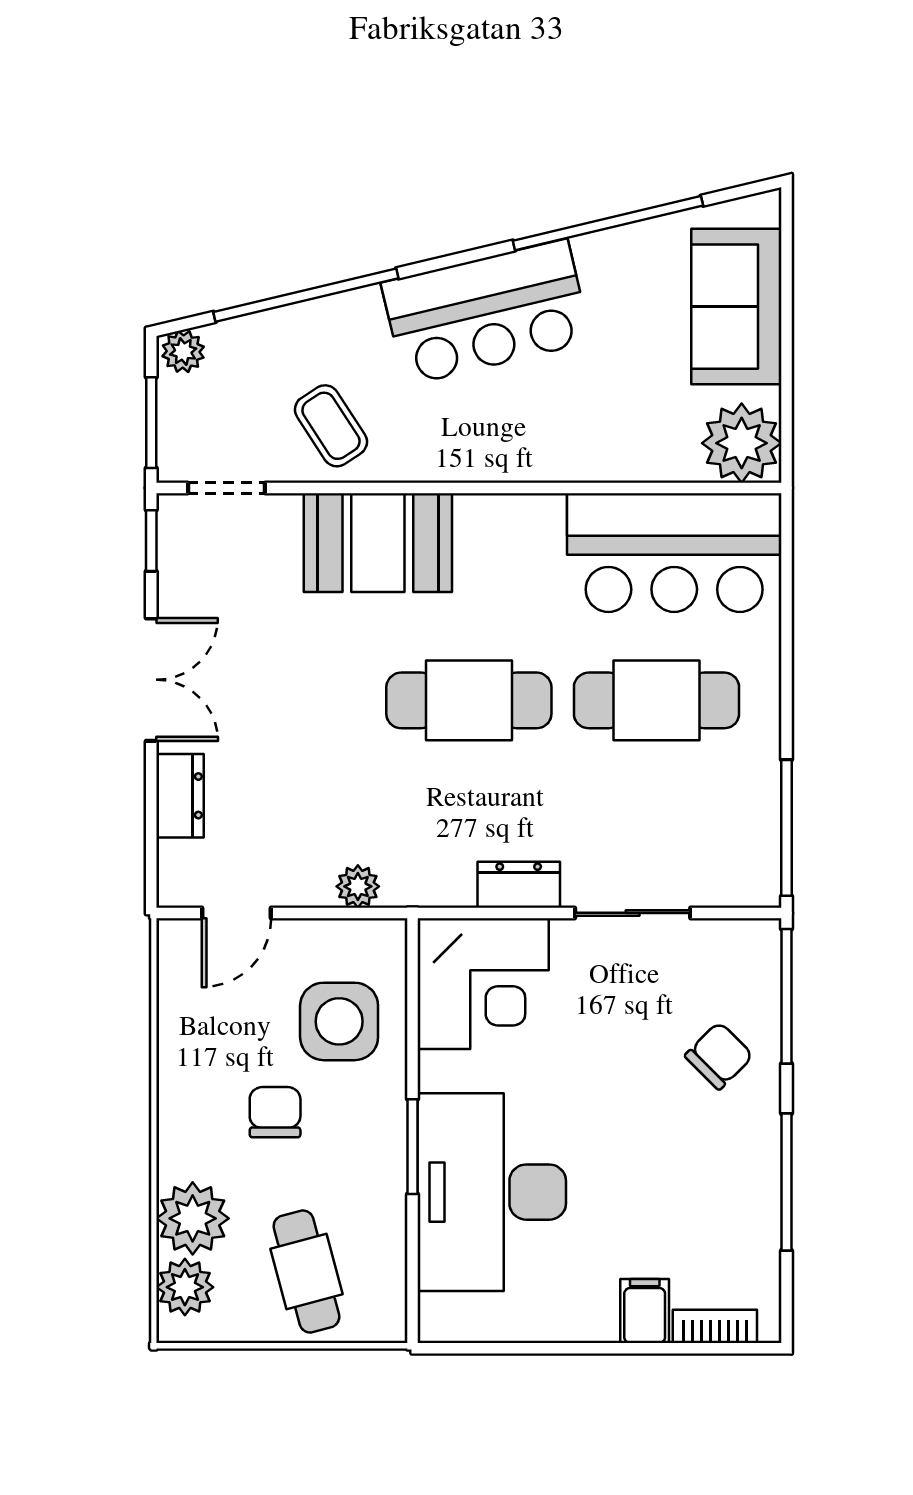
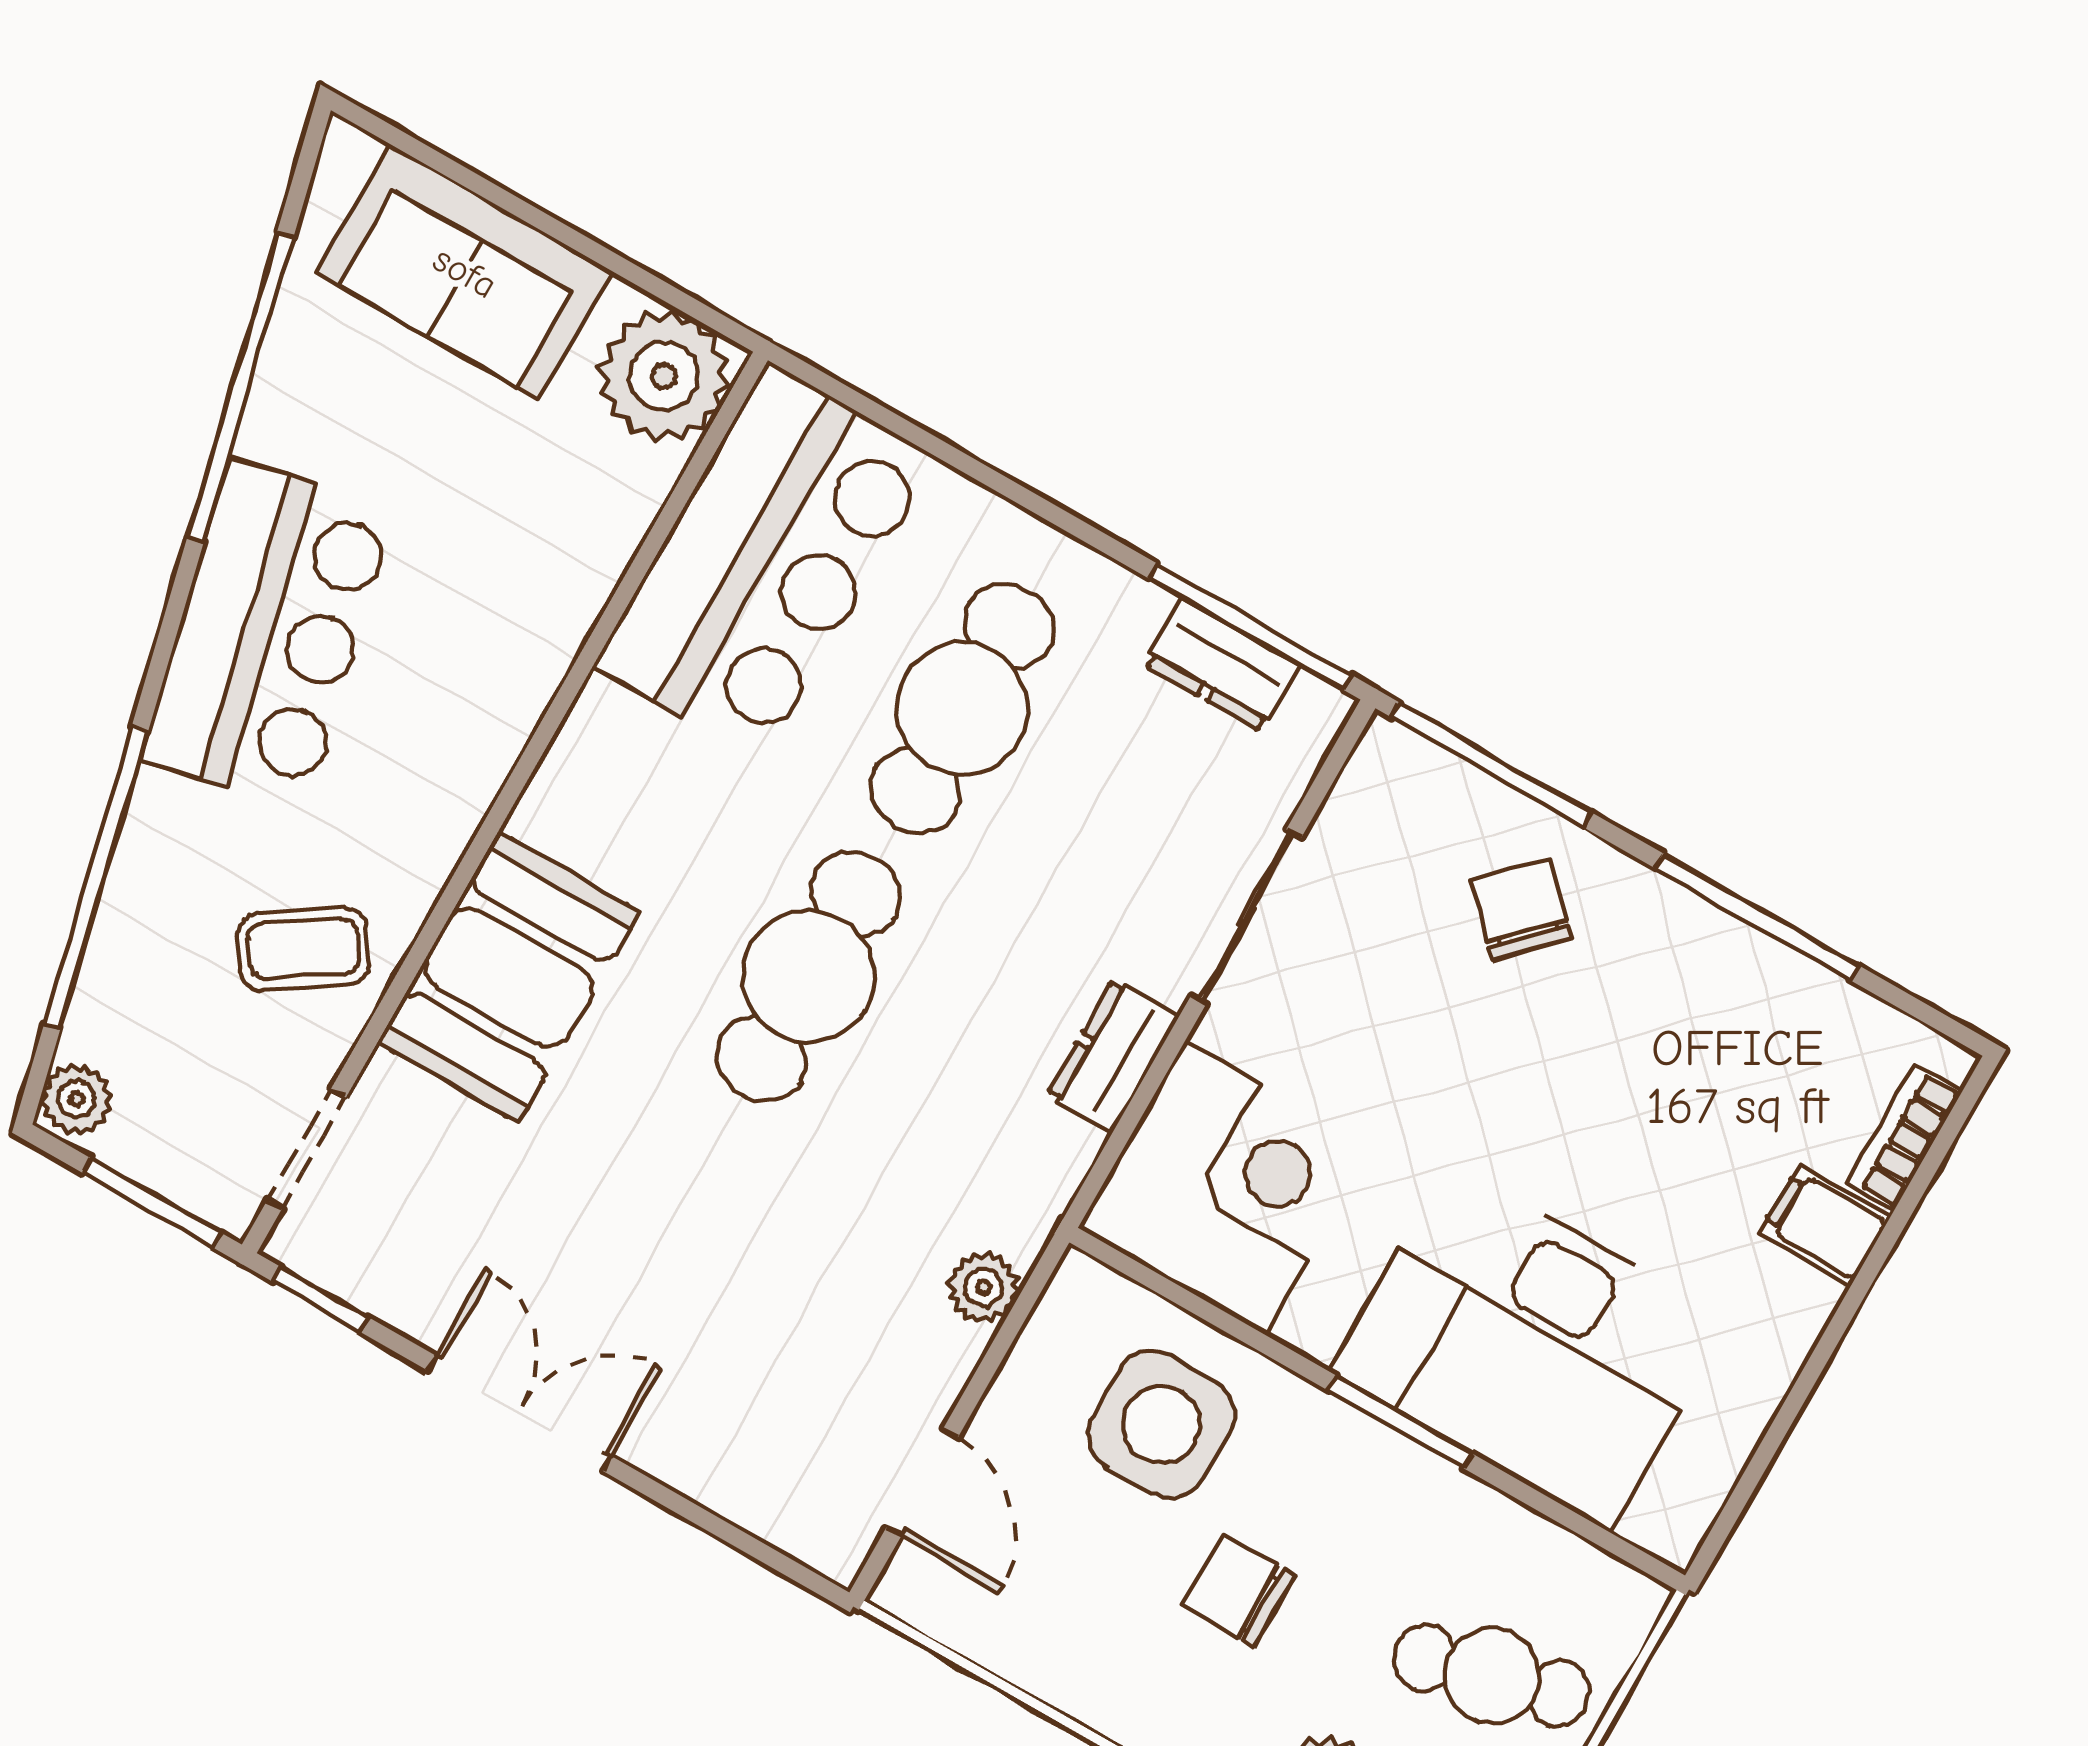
dresser: (180, 796) -> (1222, 665), moved, turned 180

